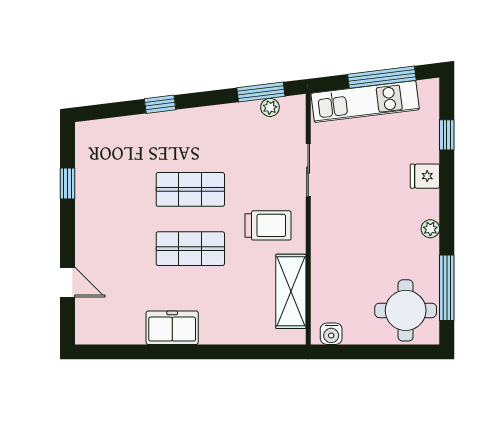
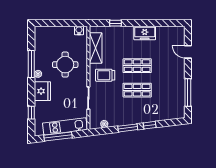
window: (261, 92) -> (128, 128), moved
fridge: (425, 176) -> (42, 91), width x1.88, depth x1.34
window: (68, 184) -> (188, 93), width x2.17
window: (447, 288) -> (31, 64), moved
round table: (406, 310) -> (65, 65), moved
window: (243, 352) -> (115, 23), added

